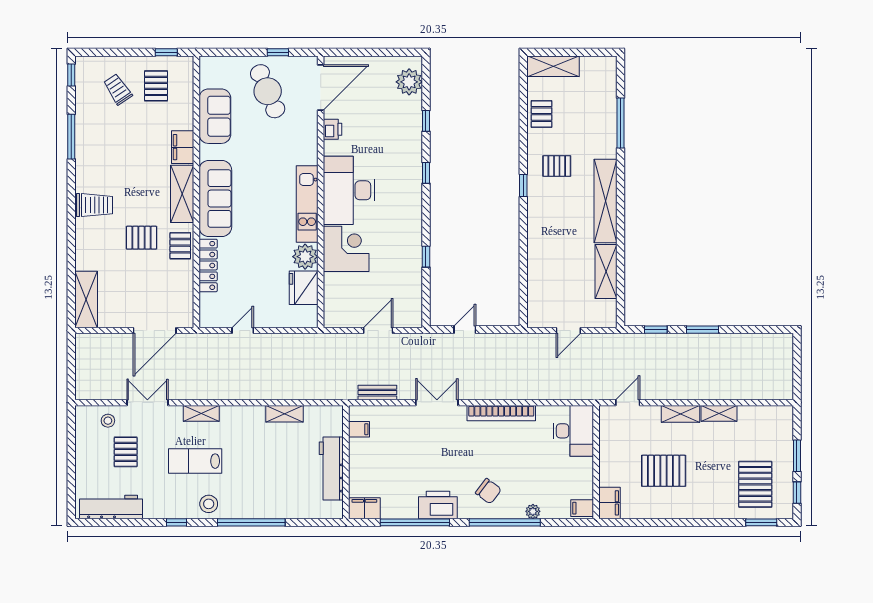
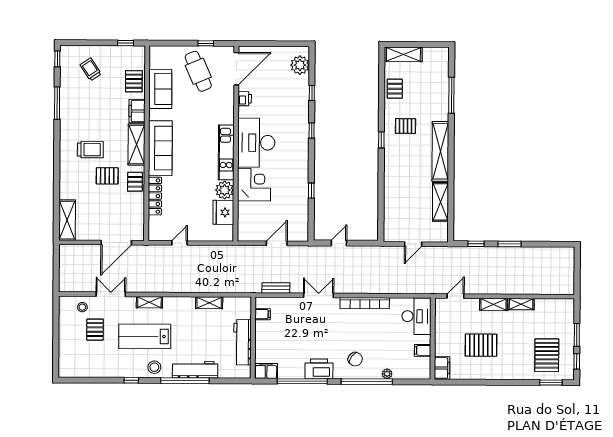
pallet: (156, 86) -> (134, 81), moved
trolley: (94, 205) -> (90, 150), moved
lab bench: (195, 461) -> (145, 336), width x1.36, depth x1.39
workbench: (111, 507) -> (195, 370), moved
filing cabinet: (582, 508) -> (423, 350), moved

